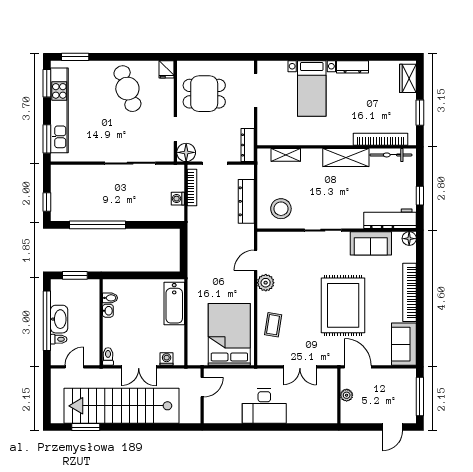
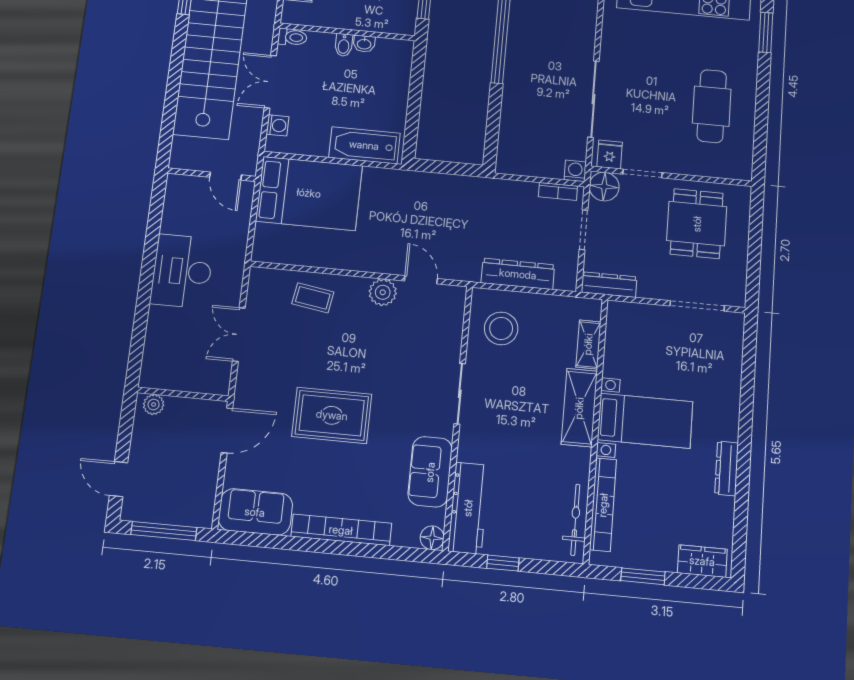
fridge: (167, 69) -> (610, 154), moved, turned 90
cafe table: (127, 89) -> (712, 106), turned -71
bed with nightstands: (312, 89) -> (645, 421), moved, turned 180
shelving: (346, 158) -> (579, 408), moved
bookcase: (192, 188) -> (558, 191), width x0.64
washing machine: (178, 199) -> (575, 171), moved
bidet: (110, 298) -> (344, 45), moved
rug: (343, 305) -> (332, 415), width x0.73, depth x0.69
bed: (229, 334) -> (309, 193), moved
plant: (347, 395) -> (154, 405), moved

